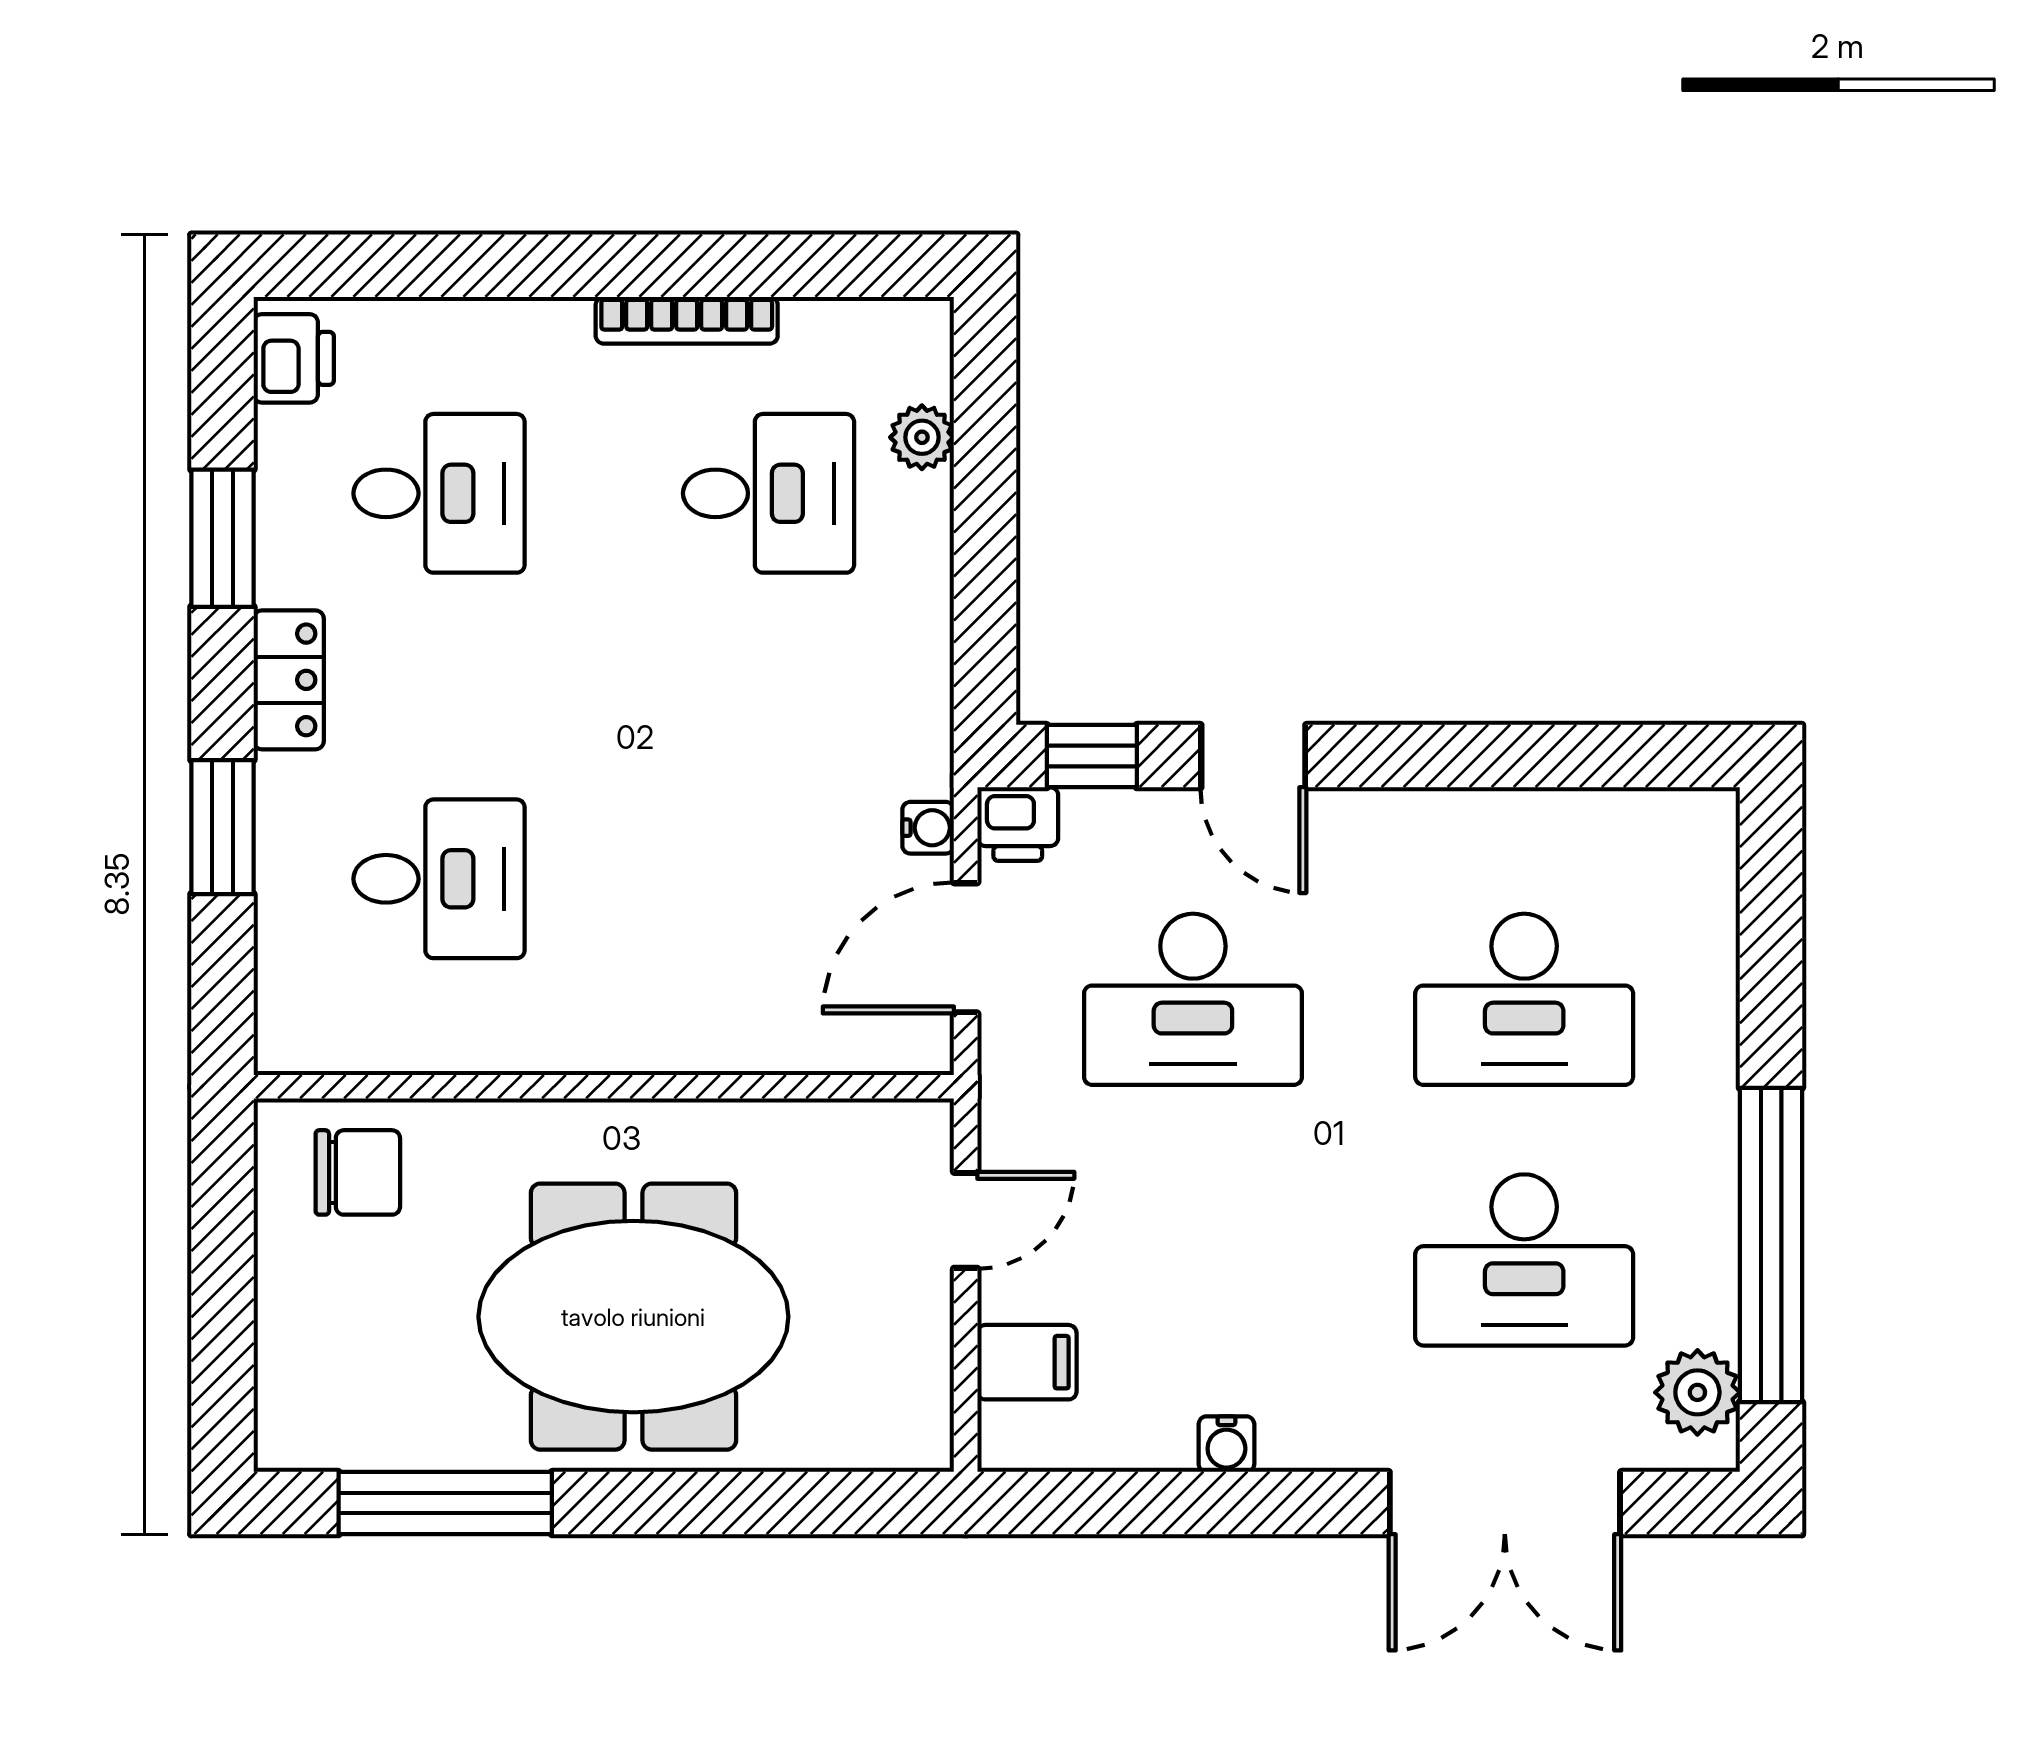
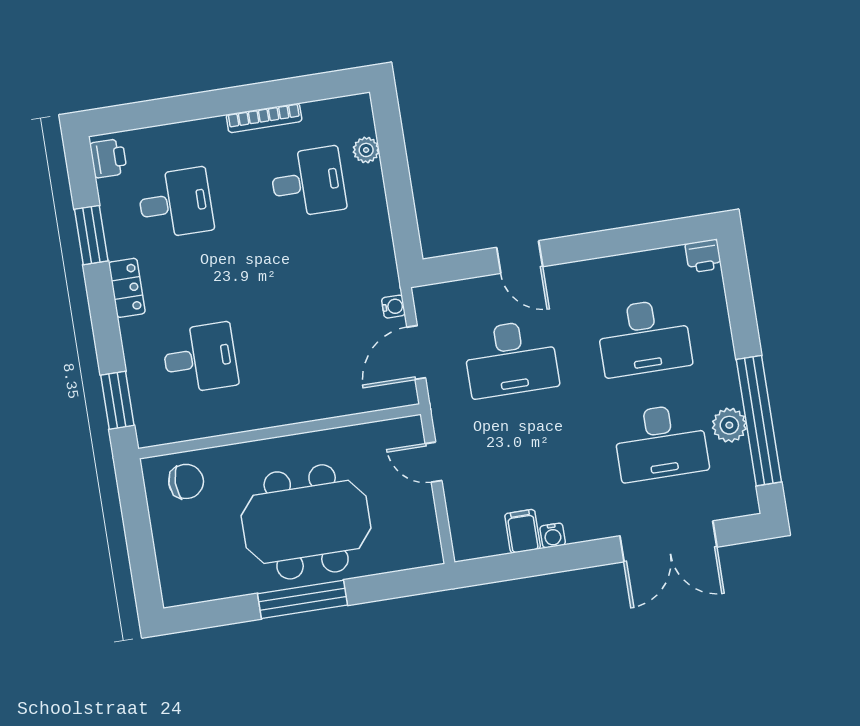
window: (1092, 756) -> (455, 267), removed
printer: (1018, 824) -> (703, 256), moved
window: (222, 827) -> (117, 400), moved
door: (966, 1220) -> (433, 462), swing flipped
filing cabinet: (1027, 1362) -> (523, 531), moved, turned -90
plant: (1697, 1392) -> (729, 425), moved
window: (445, 1503) -> (303, 599), moved

